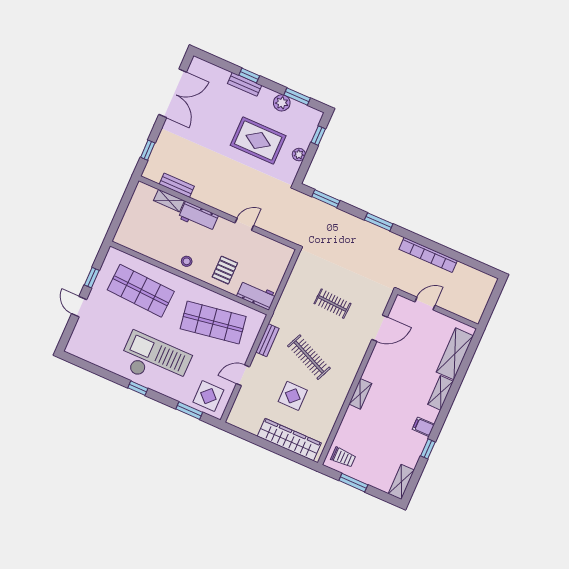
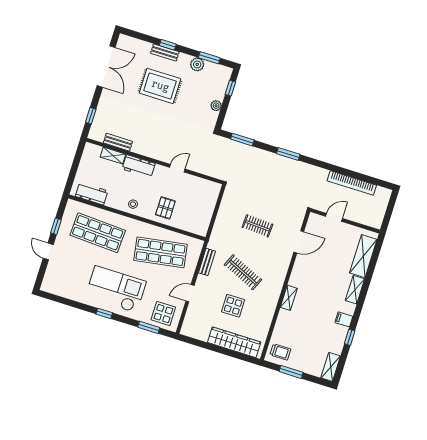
rug: (258, 140) -> (160, 86), moved
bookcase: (428, 255) -> (352, 183), moved
workbench: (256, 295) -> (92, 194), moved

